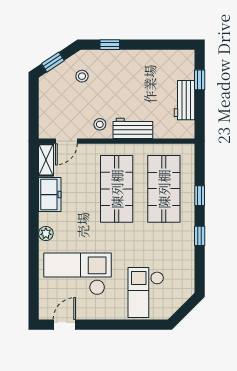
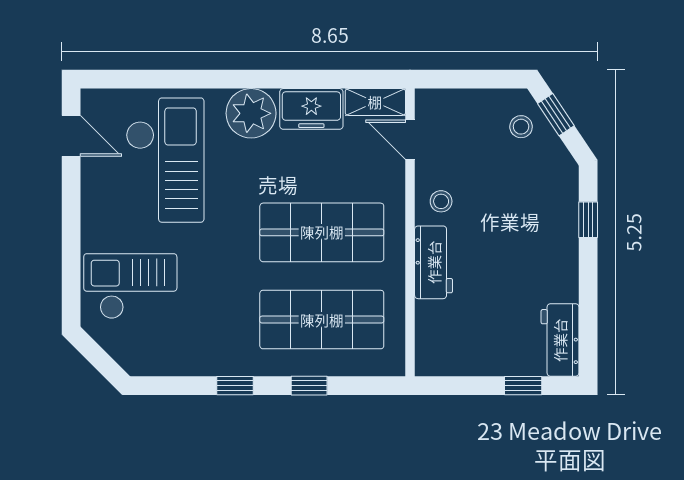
stool: (82, 76) -> (521, 127), moved
workbench: (184, 100) -> (560, 340), moved, turned -90
plant: (46, 233) -> (251, 113), width x1.88, depth x1.88

